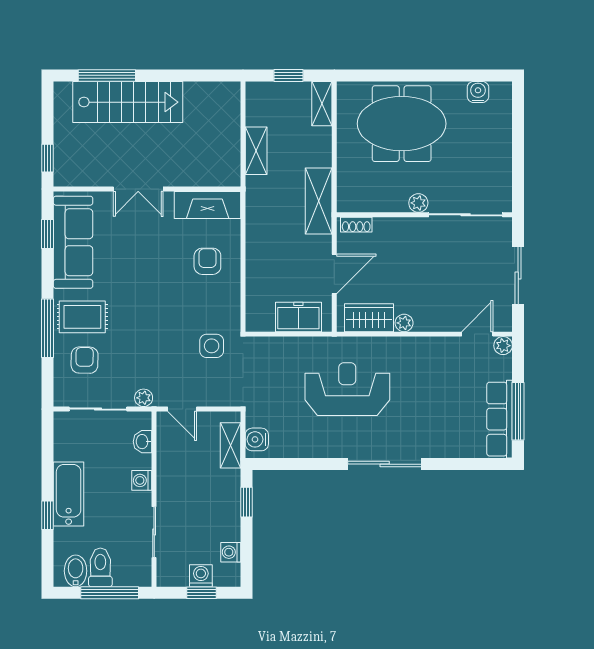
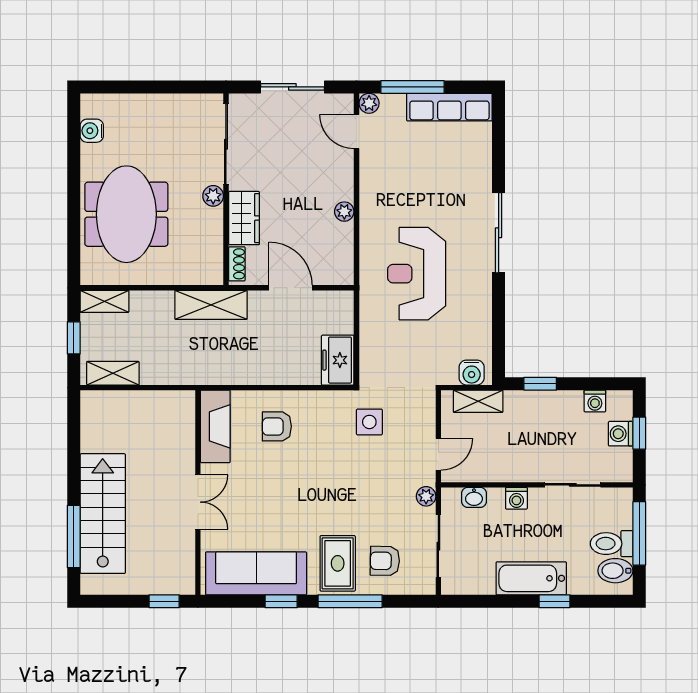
shelving: (256, 151) -> (113, 373), moved
window: (48, 234) -> (281, 601), moved
freezer: (298, 317) -> (338, 360), moved
wardrobe: (369, 318) -> (244, 218), moved, turned 180
window: (518, 411) -> (412, 87), moved

